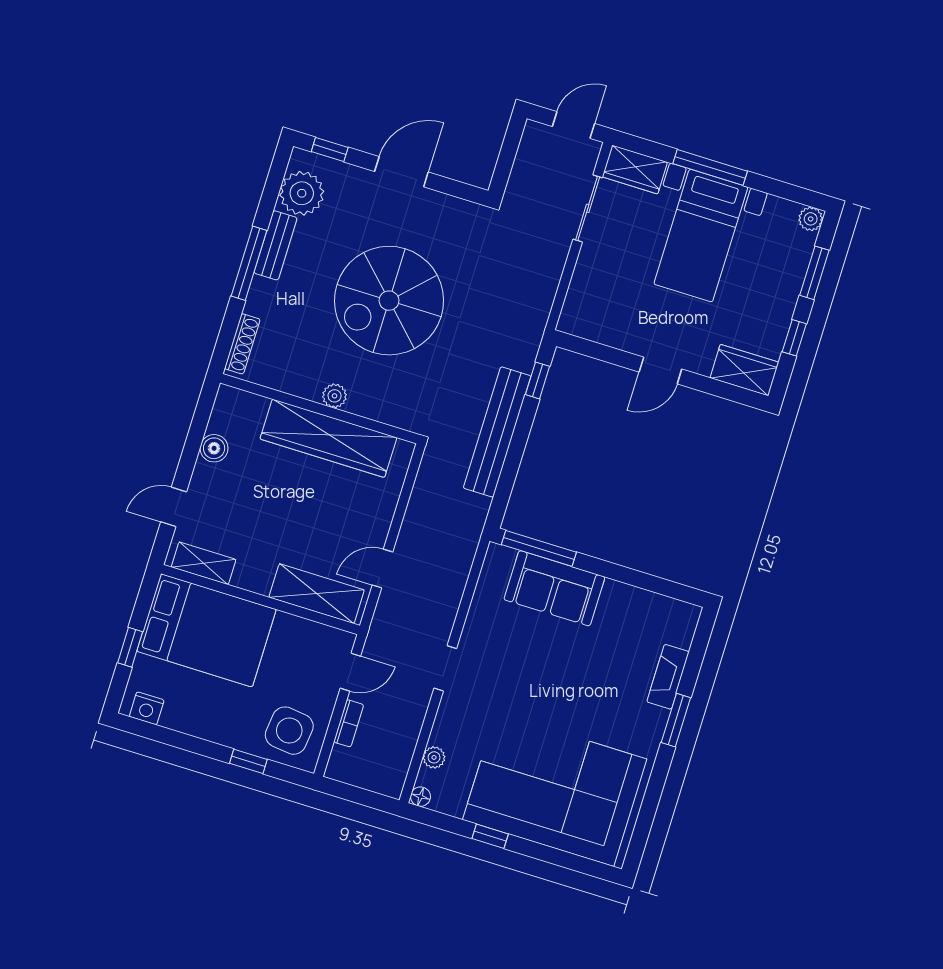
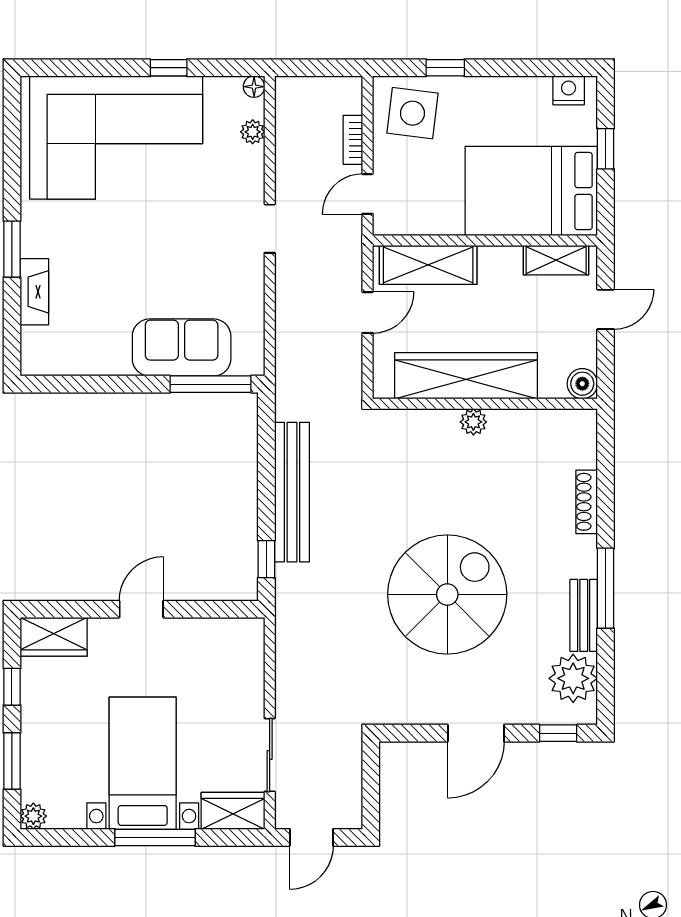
plant: (335, 396) -> (473, 422), moved
wall: (320, 409) -> (485, 404), moved
wardrobe: (328, 438) -> (466, 376), moved

